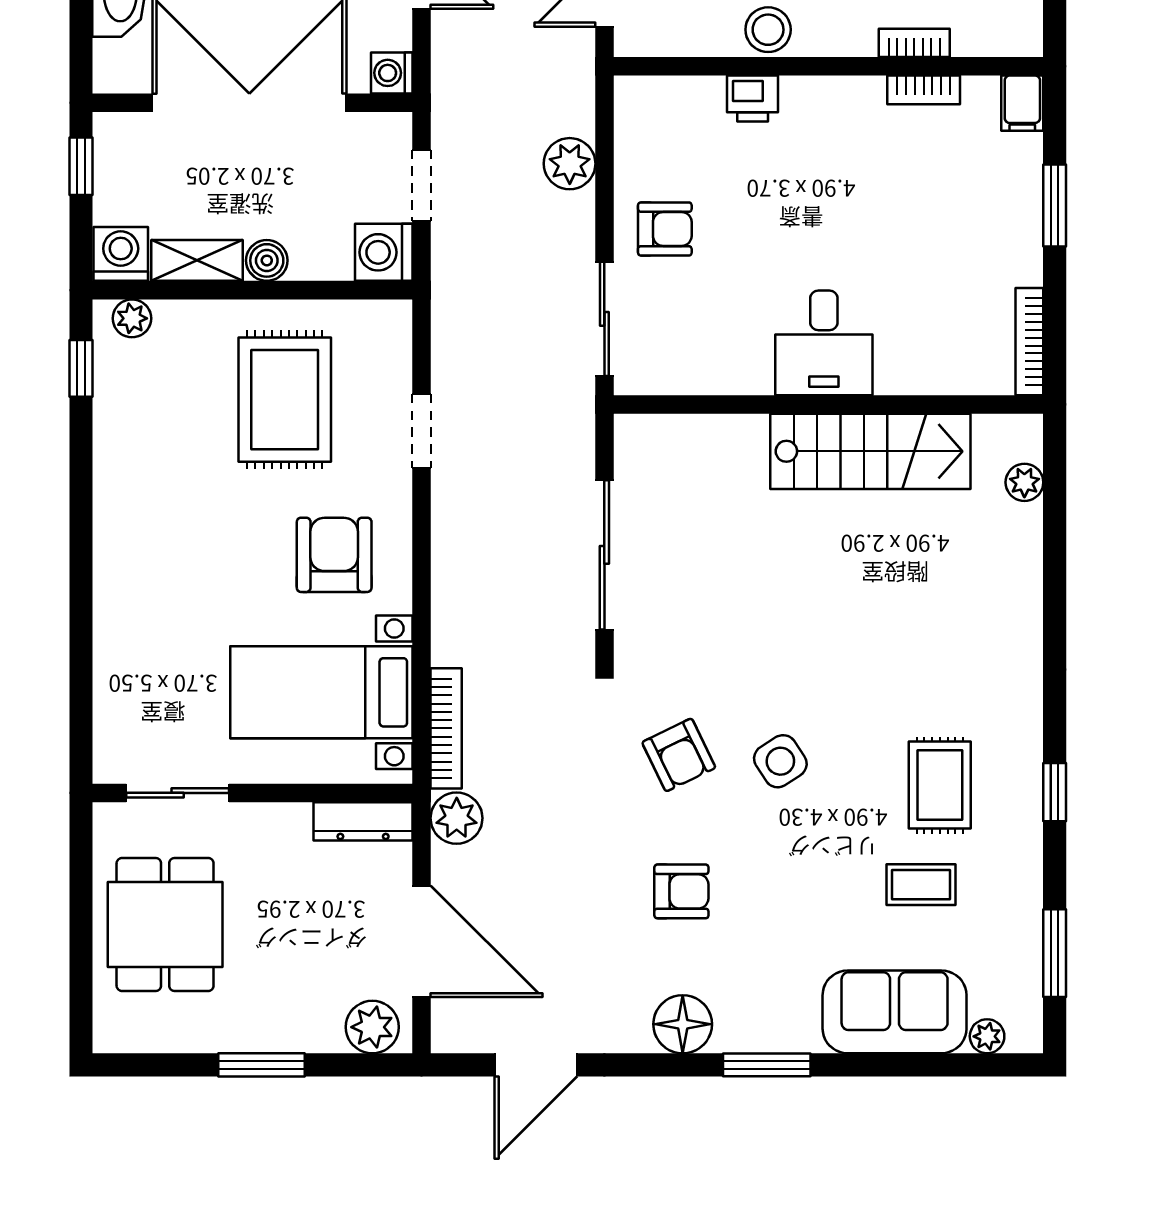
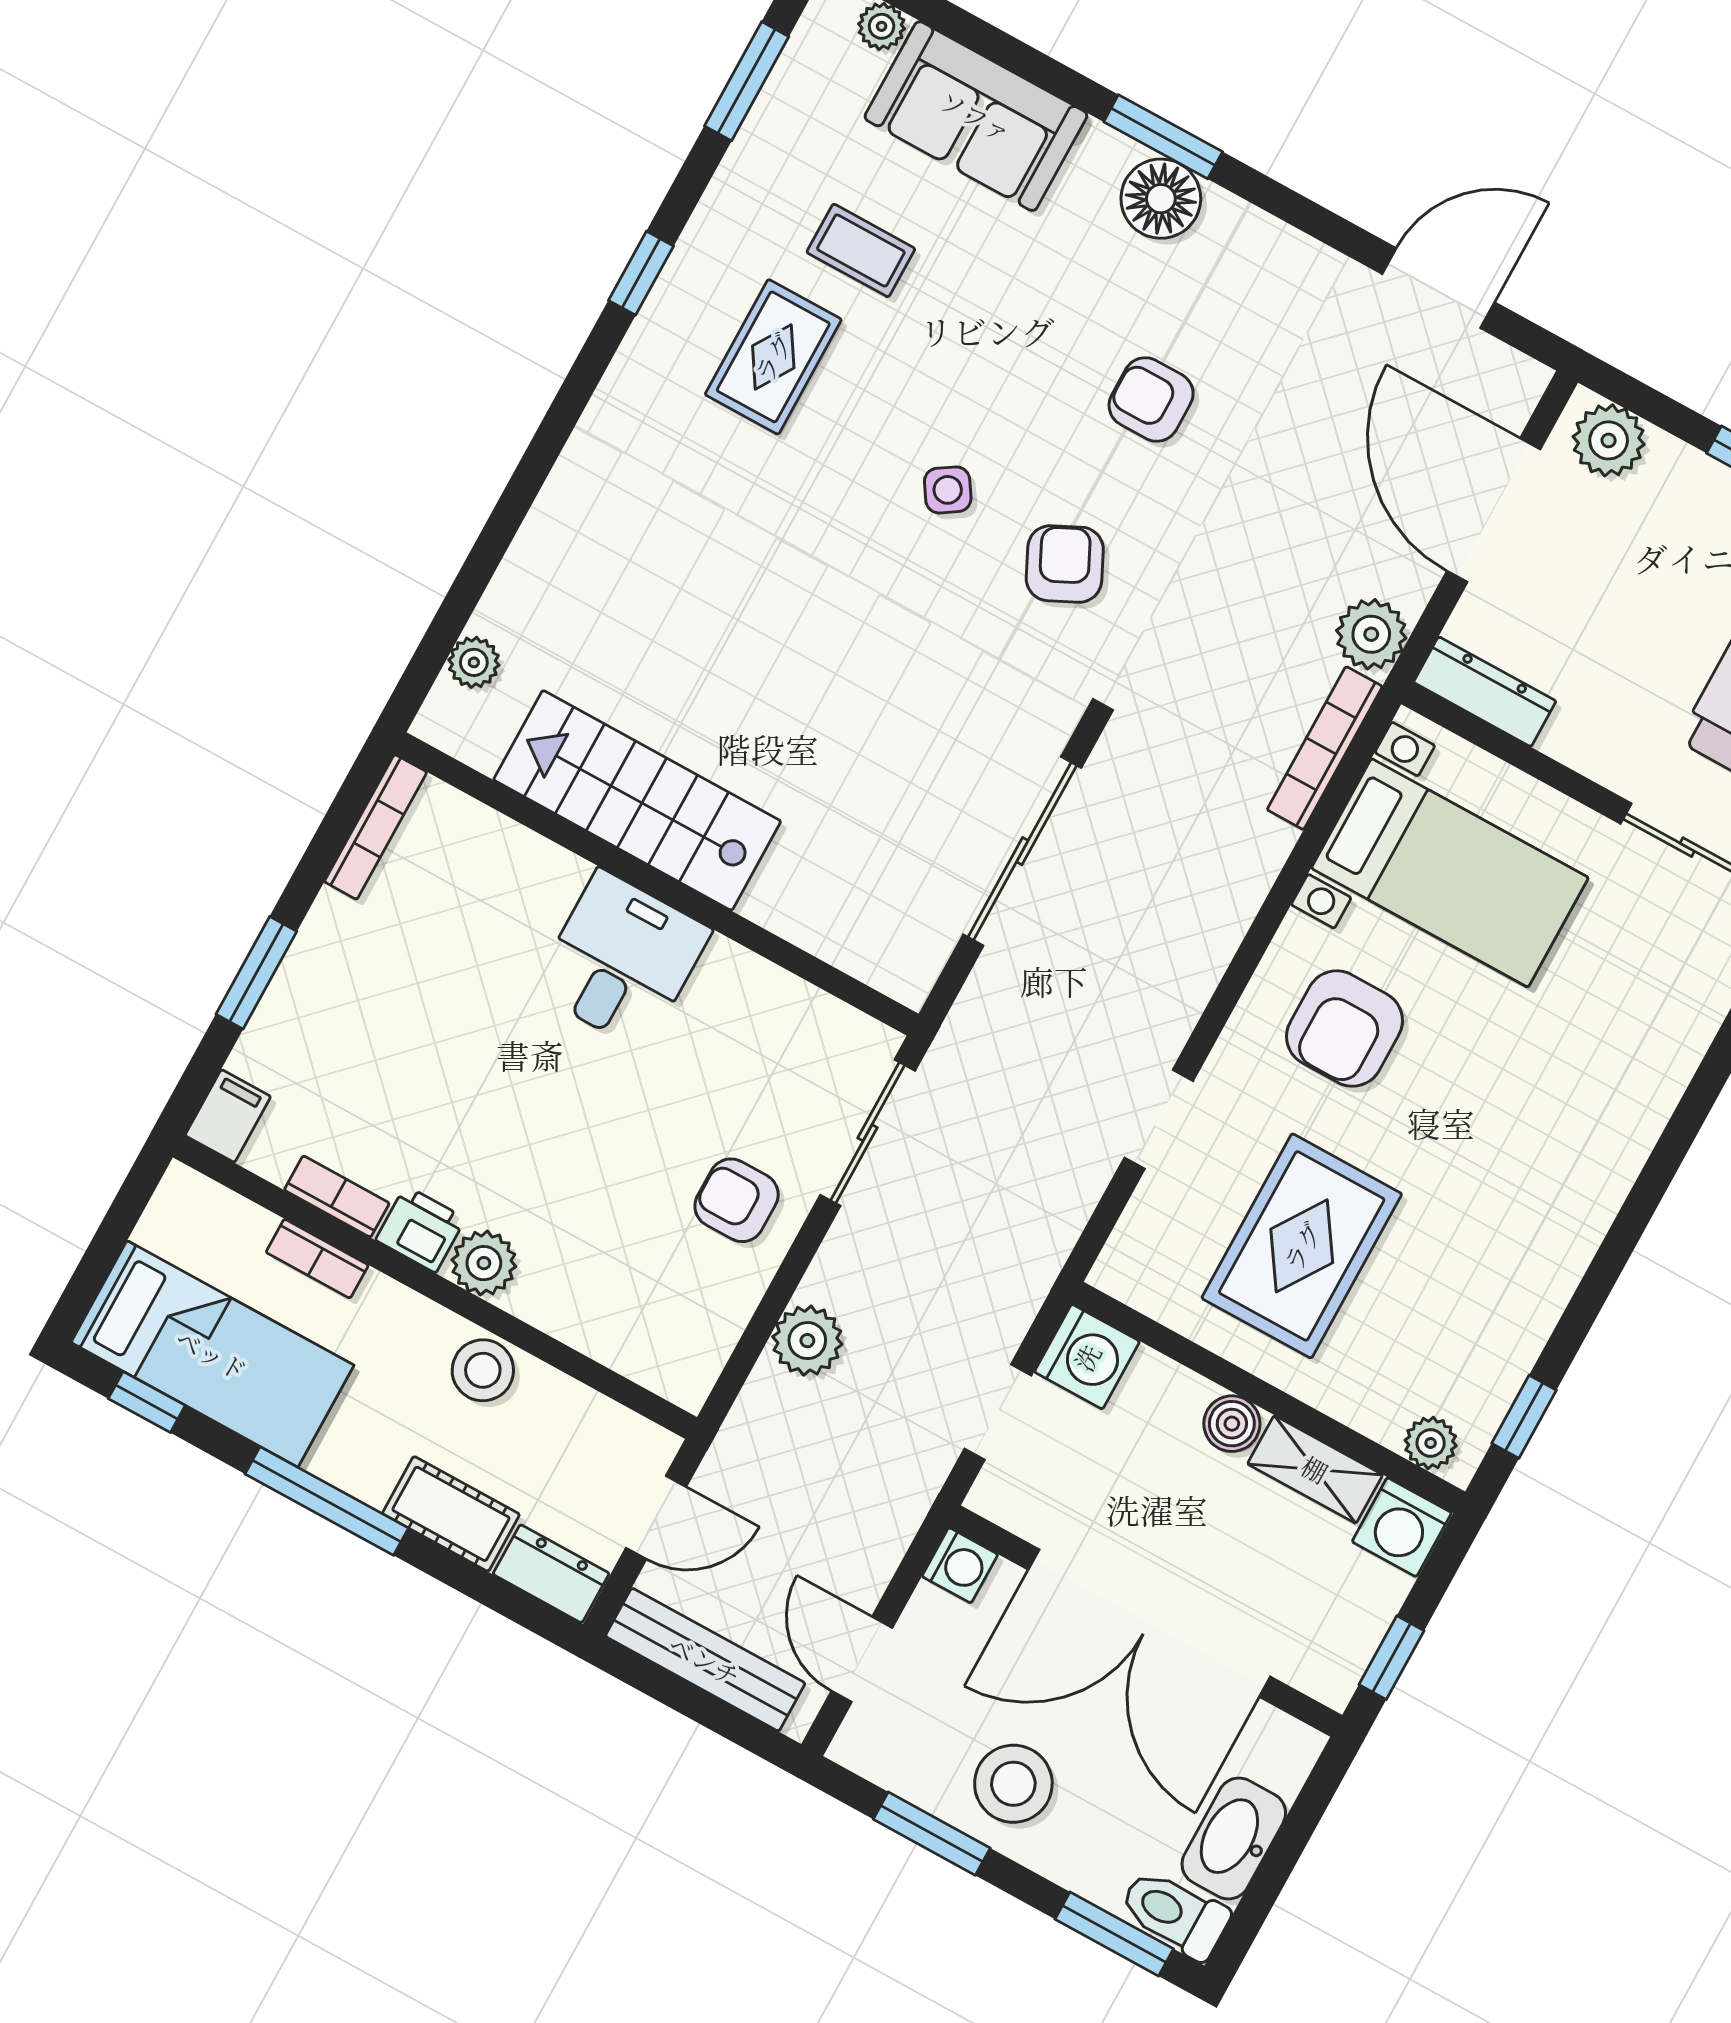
printer: (753, 98) -> (420, 1229), moved
plant: (805, 99) -> (484, 1263), added
side table: (780, 761) -> (948, 490), width x0.73, depth x0.73
floor lamp: (683, 1024) -> (1161, 199), moved

